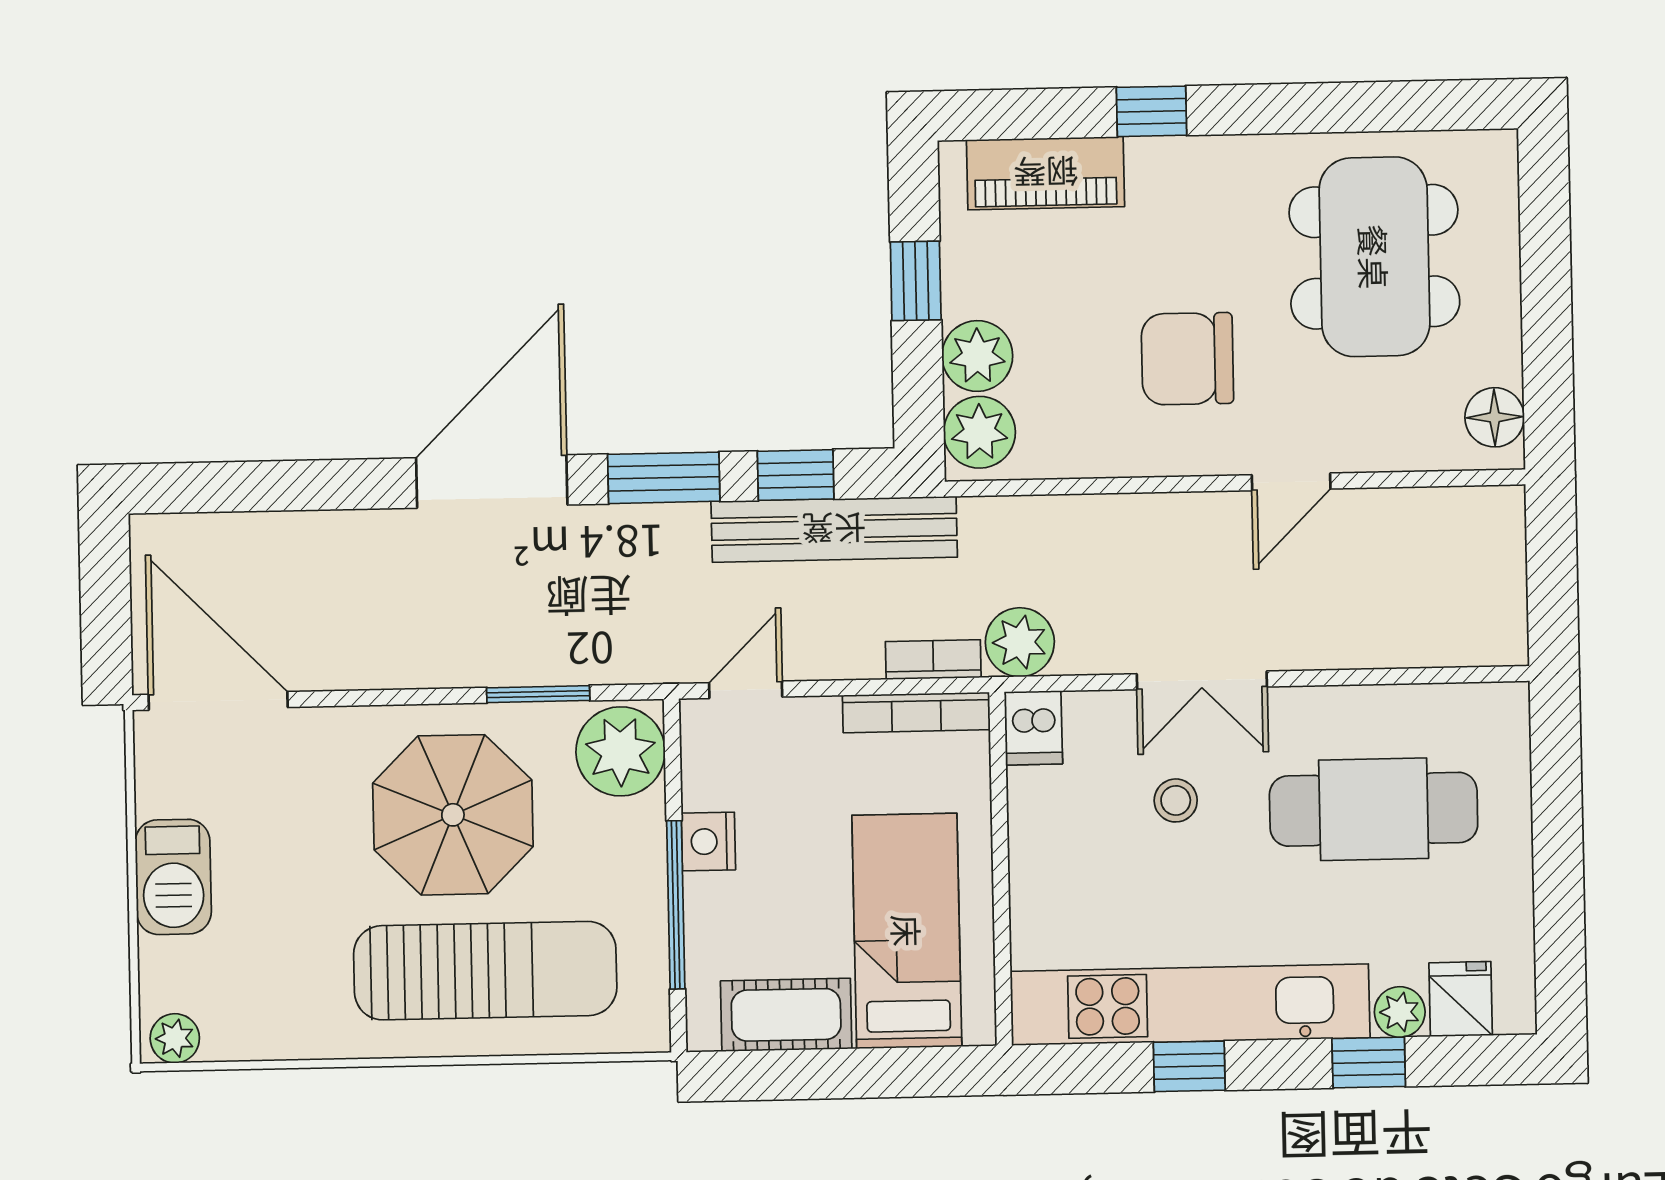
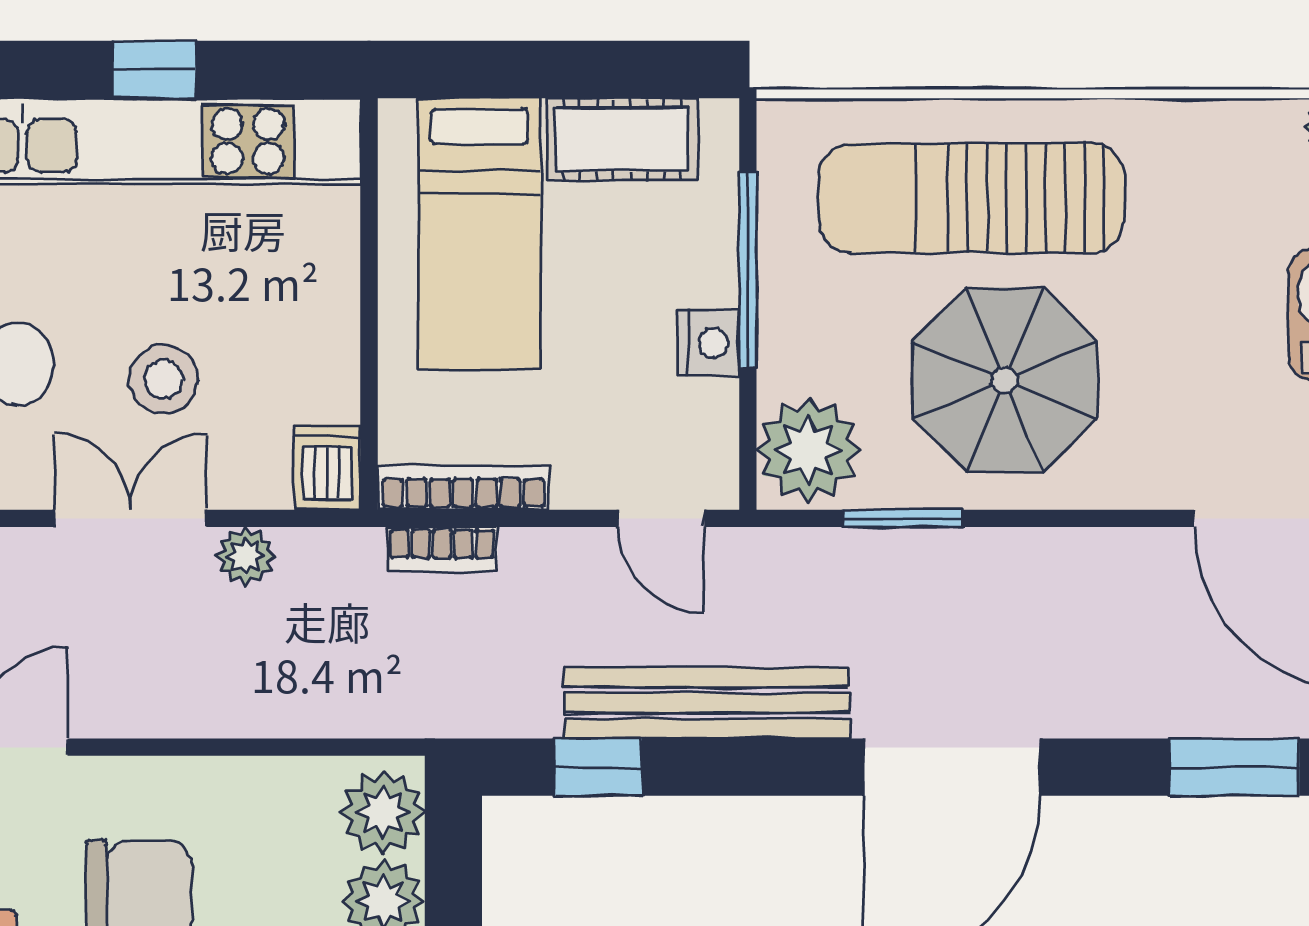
window: (664, 478) -> (1234, 767), moved
bench: (834, 529) -> (707, 703), moved
plant: (1020, 642) -> (245, 556), moved, width x0.73, depth x0.73
door: (746, 690) -> (661, 518), hinge flipped
stool: (1176, 800) -> (164, 379), width x1.37, depth x1.37

